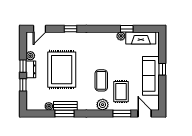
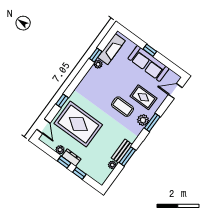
rug: (62, 70) -> (78, 124), moved
window: (122, 113) -> (152, 122), moved

